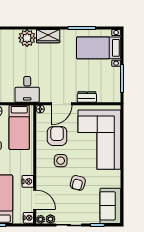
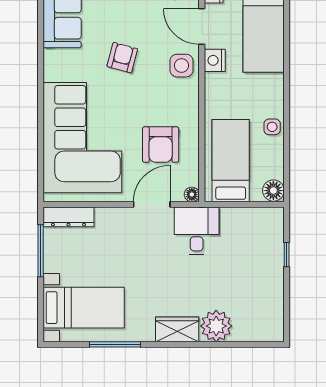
desk: (27, 89) -> (197, 231), moved
dresser: (87, 97) -> (68, 217), moved, width x1.44
side table: (61, 161) -> (181, 66), moved

